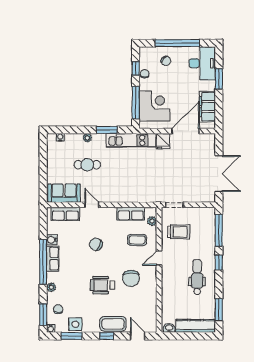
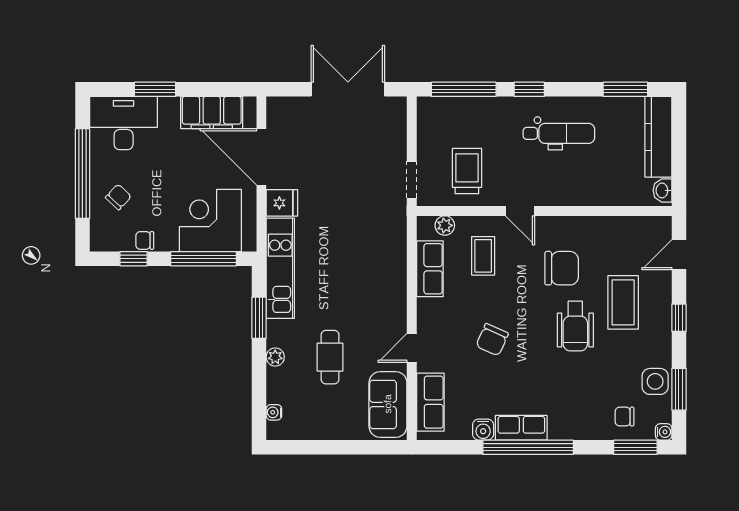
dental chair: (197, 277) -> (559, 133), turned 180
plant: (51, 287) -> (580, 431), removed
coffee table: (113, 324) -> (623, 302), moved

